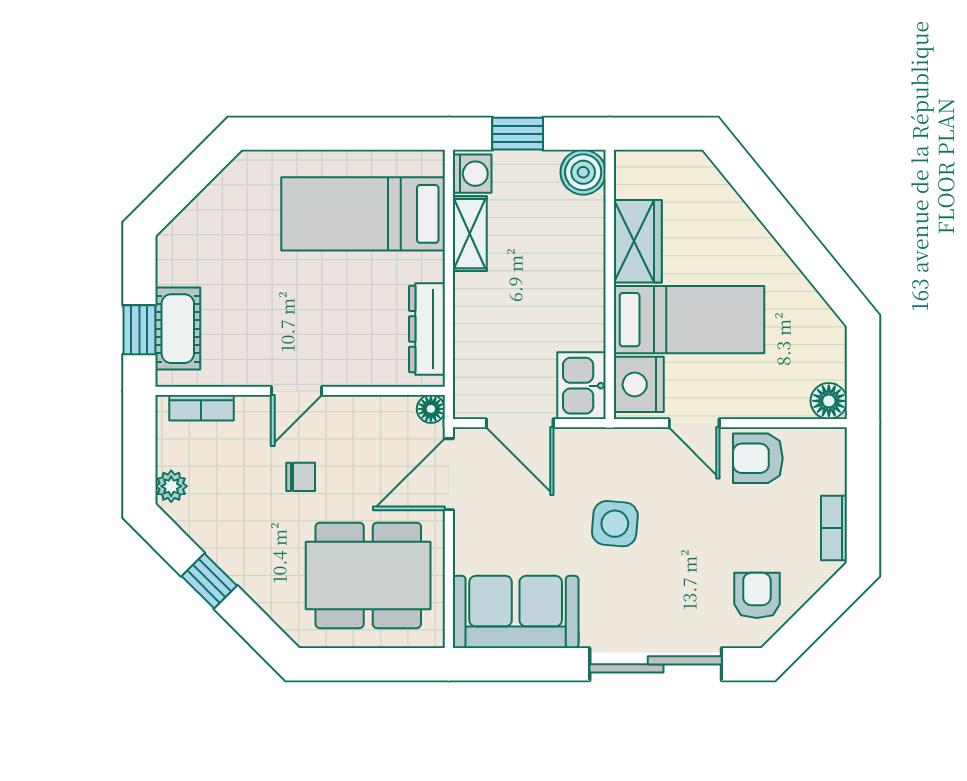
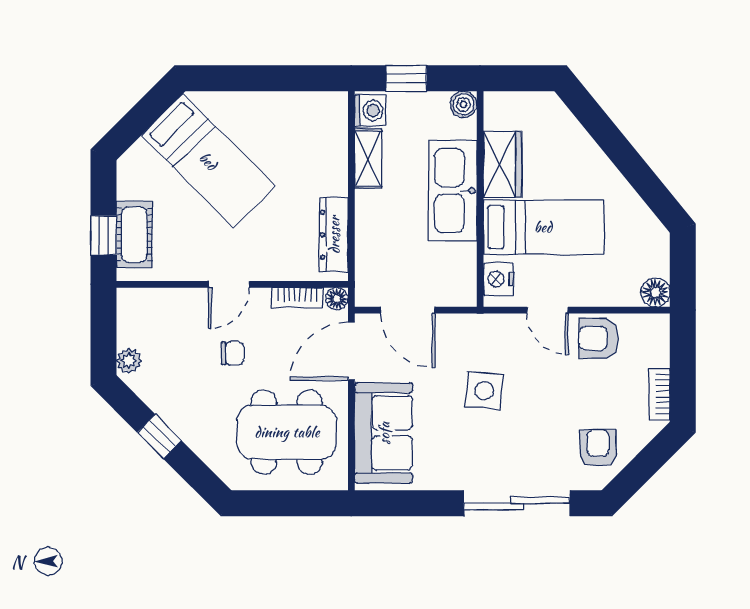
boiler: (583, 172) -> (464, 104), width x0.73, depth x0.73
bed: (363, 214) -> (208, 161), moved, turned -135
nightstand: (639, 384) -> (498, 279), width x0.74, depth x0.75
kitchen sink: (581, 386) -> (453, 190), moved, width x1.88, depth x1.24
bookcase: (201, 408) -> (297, 298), moved
sofa: (516, 612) -> (384, 433), moved, turned 90

